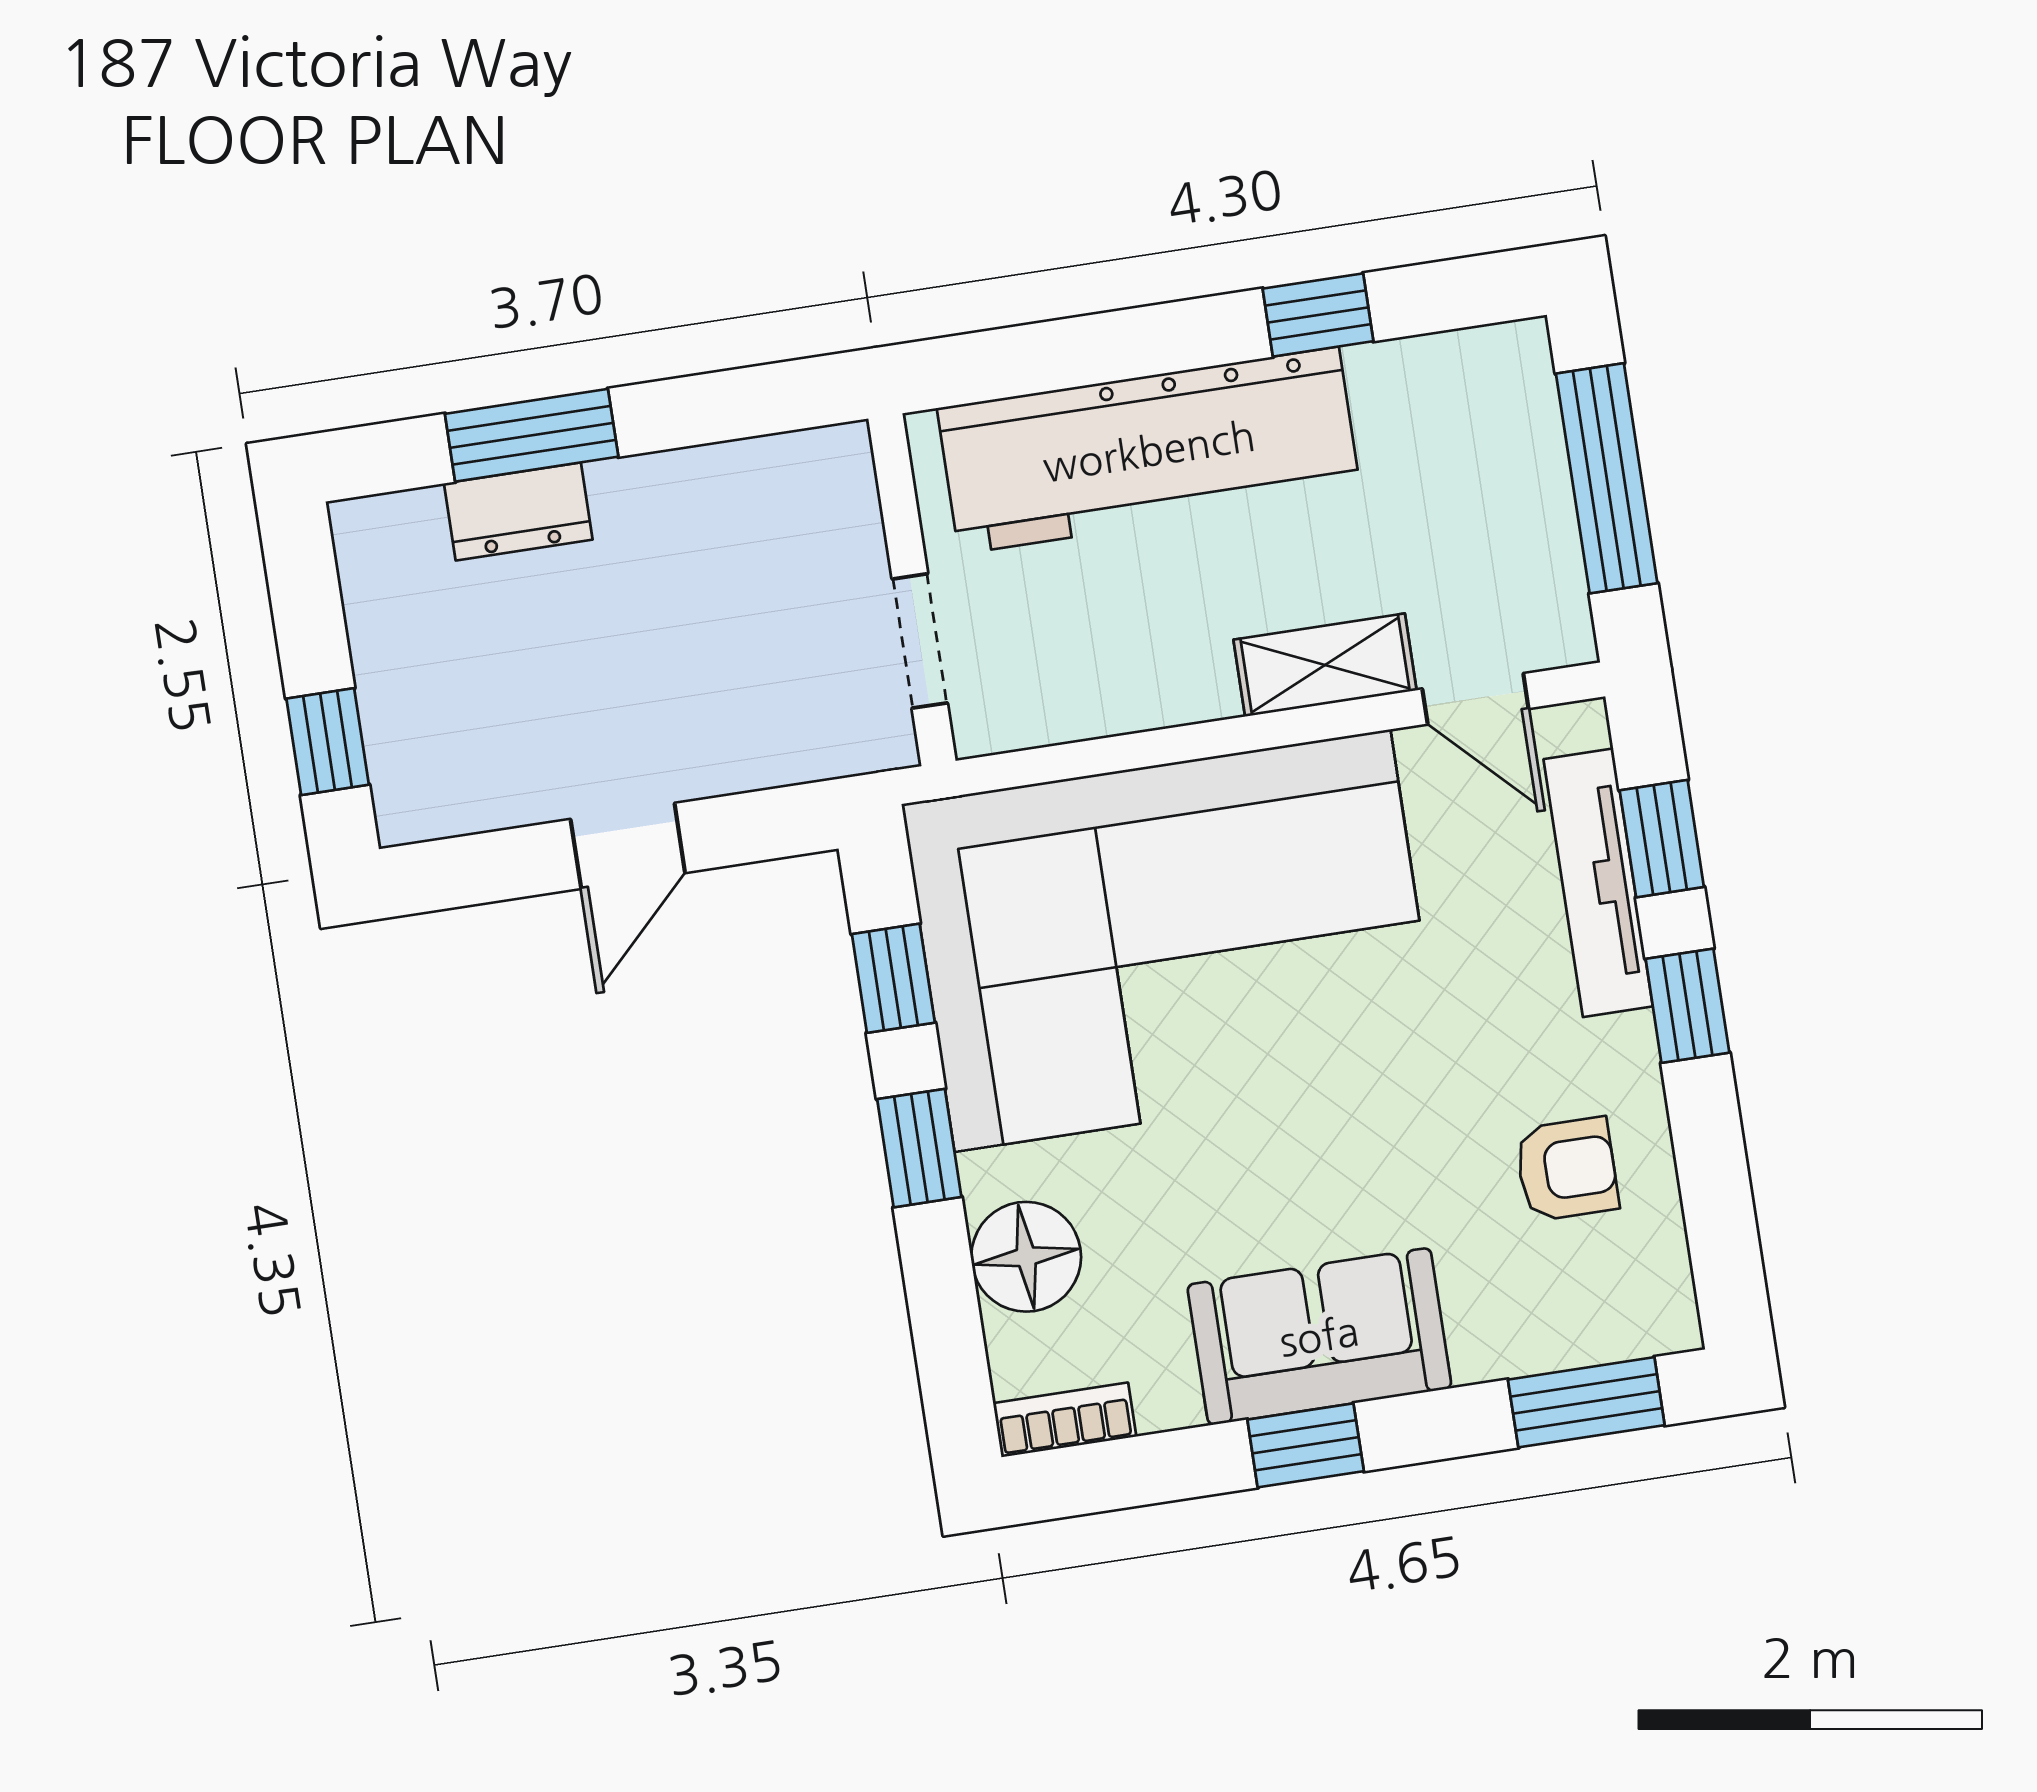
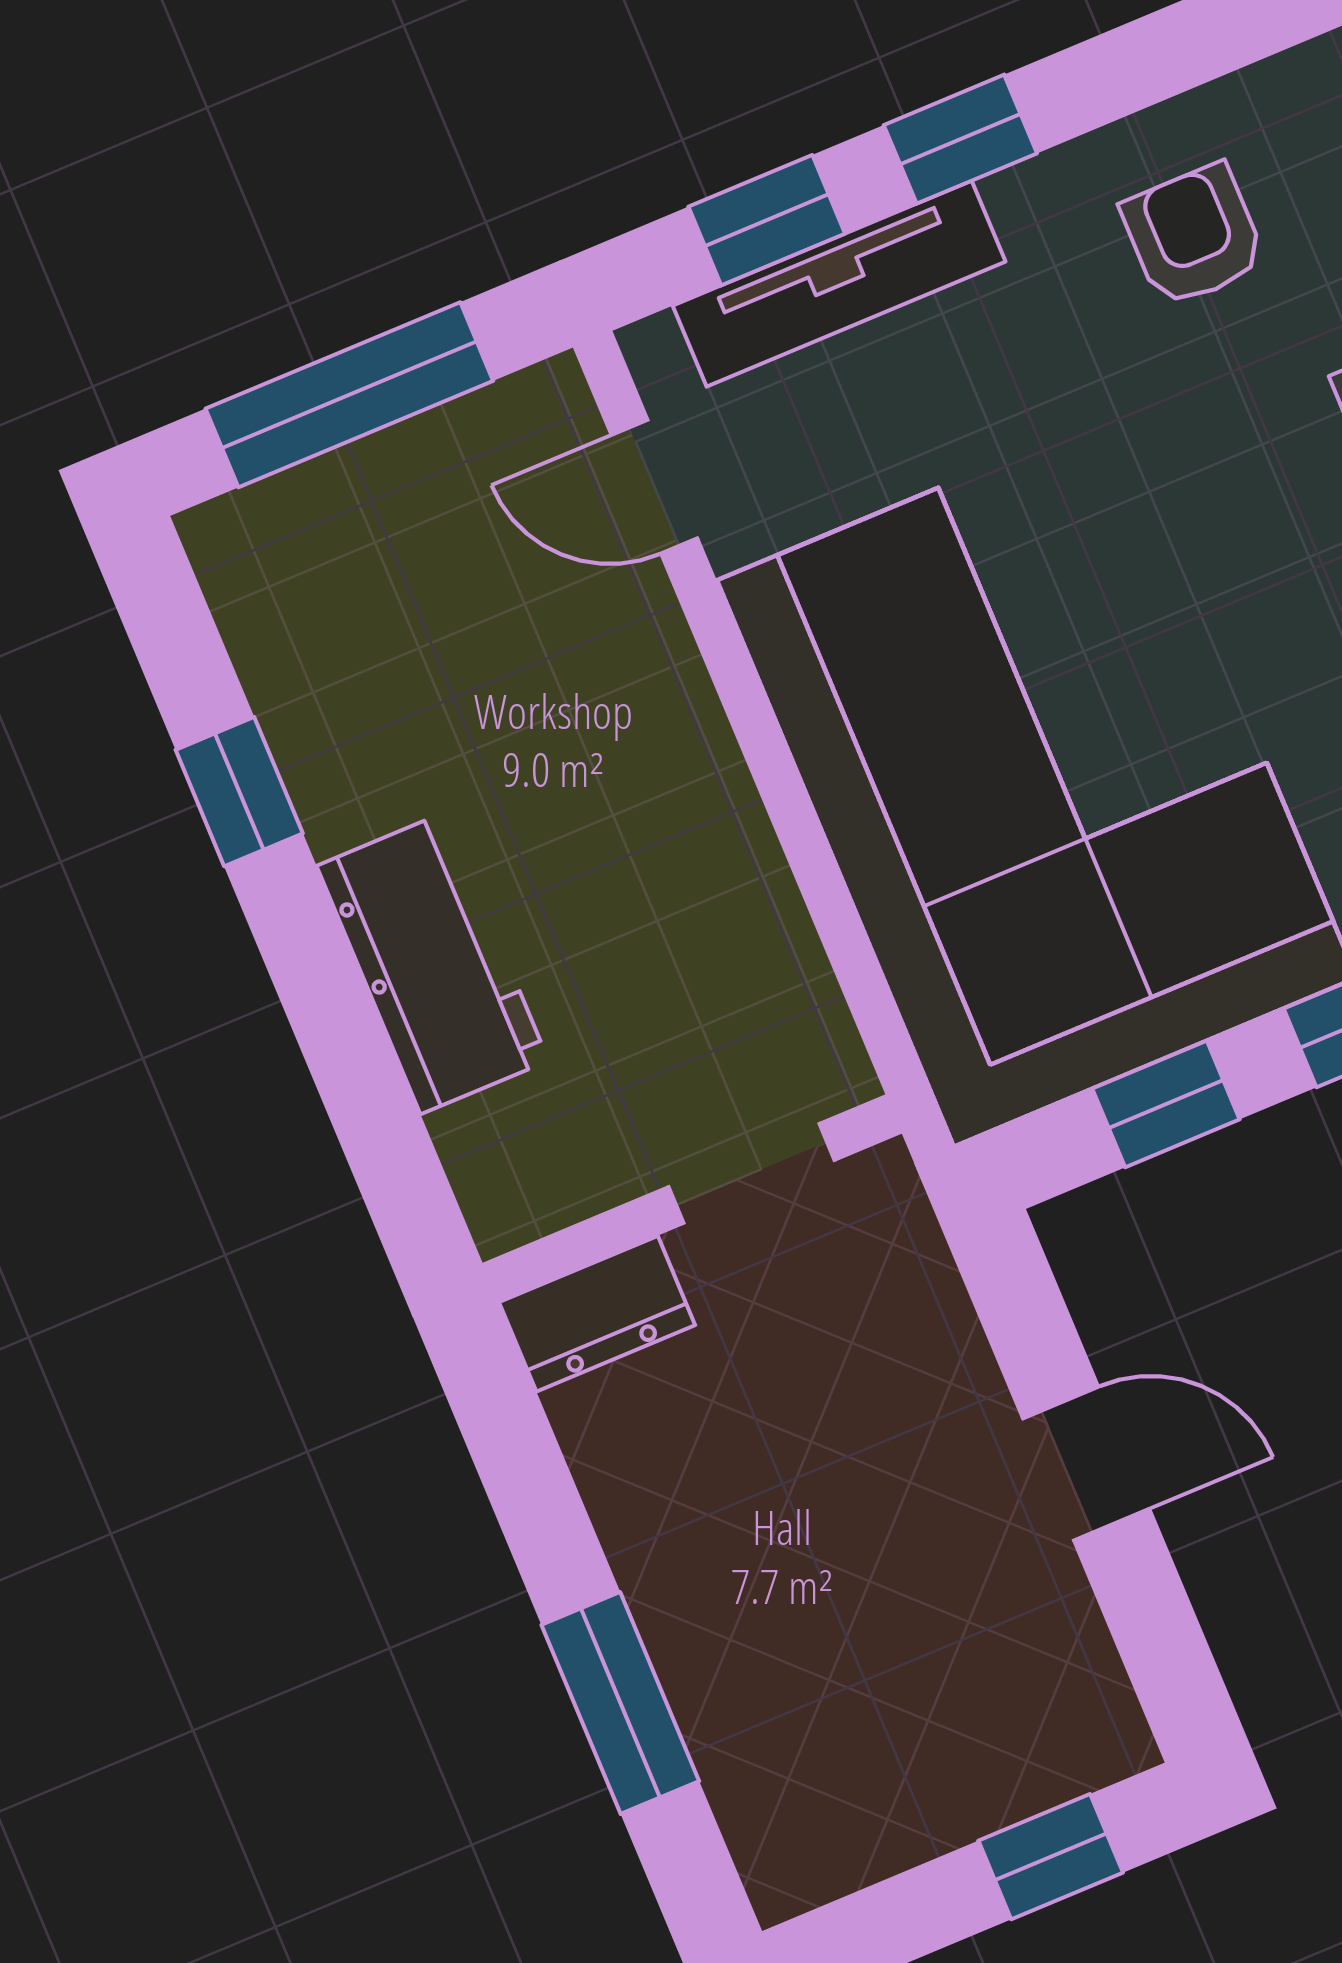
workbench: (1149, 451) -> (433, 963), width x0.53, depth x0.76
dresser: (518, 512) -> (597, 1314), moved, turned 90
shelving: (1325, 665) -> (659, 678), removed
door: (1475, 699) -> (654, 487), swing flipped

